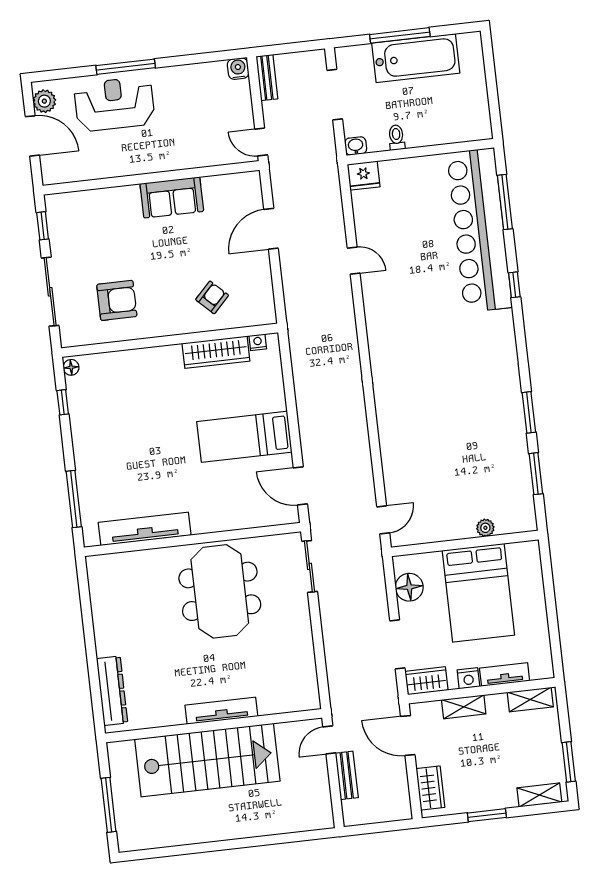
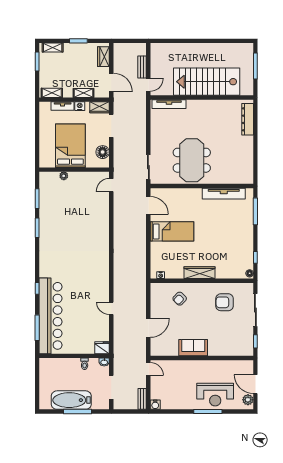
wardrobe: (216, 352) -> (200, 273), moved
tv unit: (221, 711) -> (169, 104), moved

